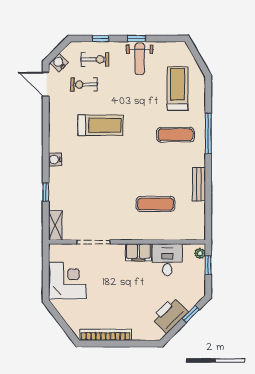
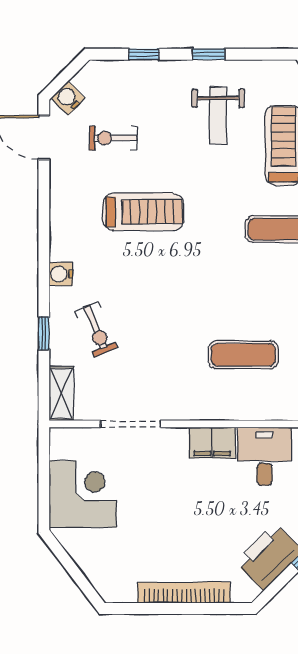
exercise bike: (95, 59) -> (96, 329), moved, turned 67
weight bench: (140, 59) -> (218, 115), moved
bookcase: (106, 335) -> (184, 593), moved

